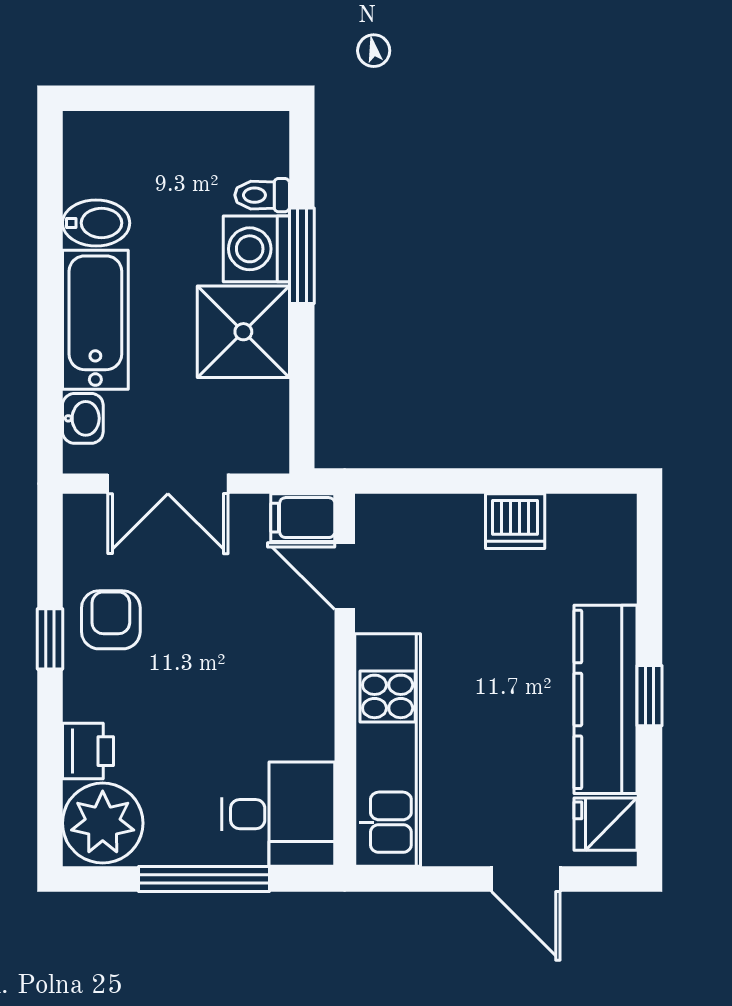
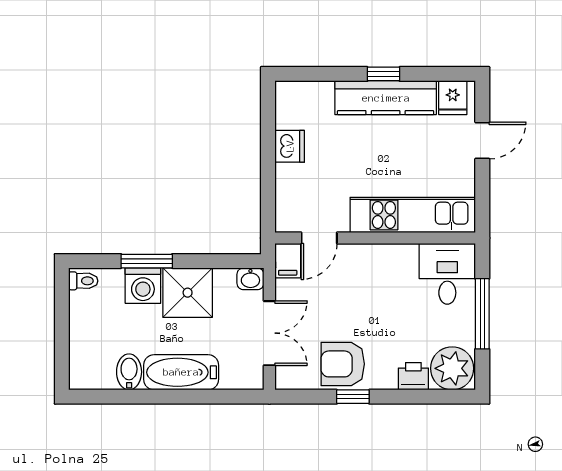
toilet: (262, 195) -> (83, 281), moved, turned -90
washbasin: (83, 418) -> (250, 279), moved, turned 180
armchair: (111, 620) -> (343, 364), width x1.38, depth x1.38

